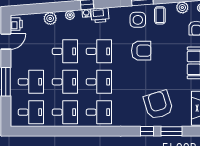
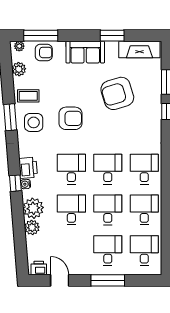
plant: (70, 15) -> (33, 208), width x1.88, depth x1.88
armchair: (141, 51) -> (71, 118), turned 90
armchair: (158, 105) -> (117, 93), moved

